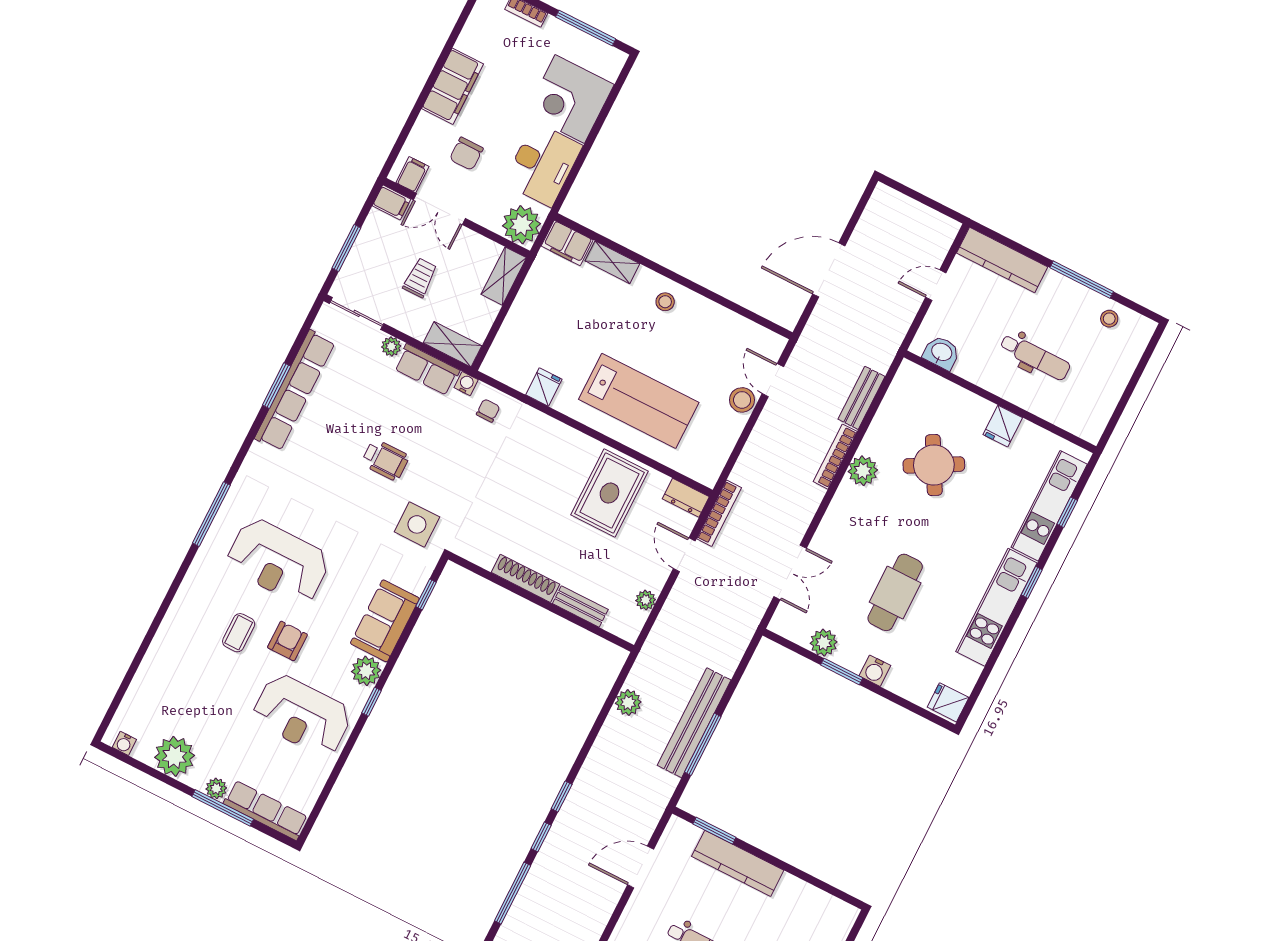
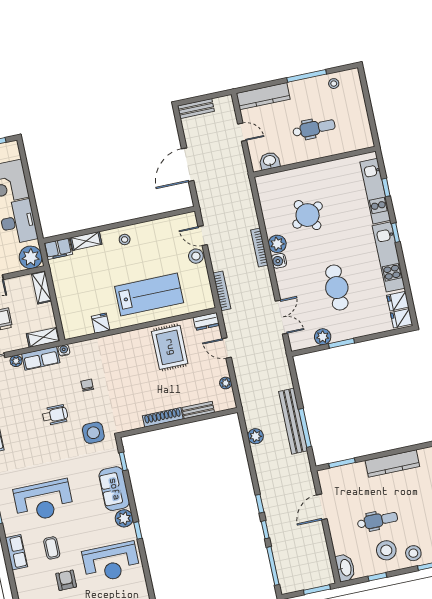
door: (936, 285) -> (242, 132), swing flipped
bench: (862, 398) -> (196, 109), moved, turned 90
chair: (488, 411) -> (87, 385), moved
fridge: (1003, 426) -> (398, 301), moved, turned 90
bookcase: (719, 513) -> (222, 291), moved
row of seats: (187, 601) -> (16, 552), added
armchair: (287, 641) -> (66, 580), moved
water cooler: (875, 671) -> (279, 261), moved, turned 90
kitchen counter: (738, 863) -> (392, 463), moved

